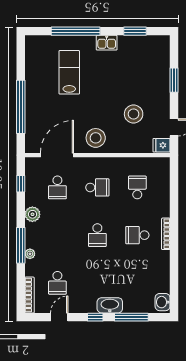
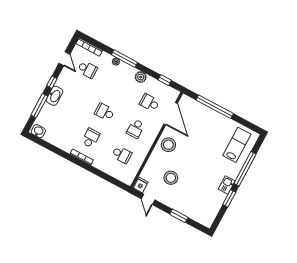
window: (135, 31) -> (229, 198), moved
lab bench: (69, 72) -> (237, 145), moved, turned -90
school desk: (57, 283) -> (87, 69), turned 180

